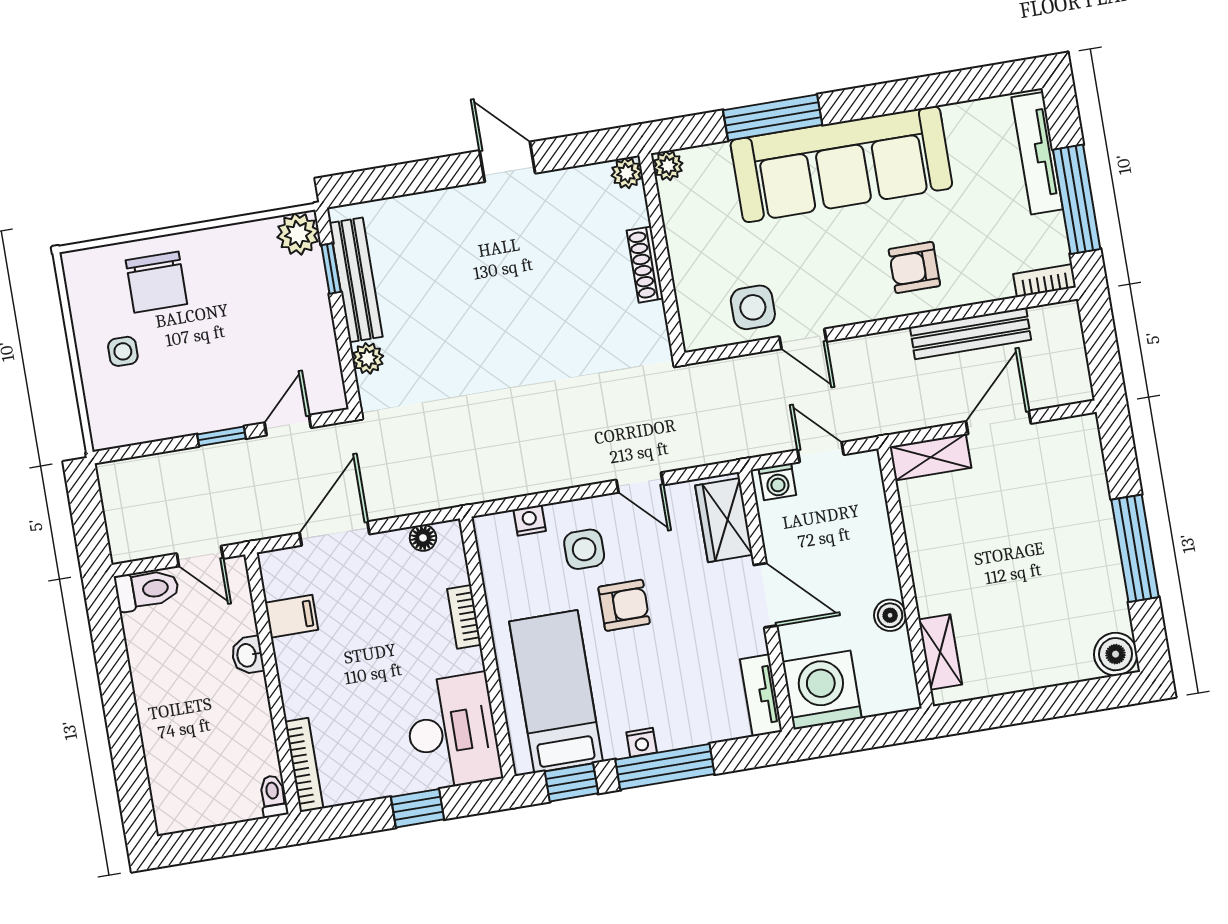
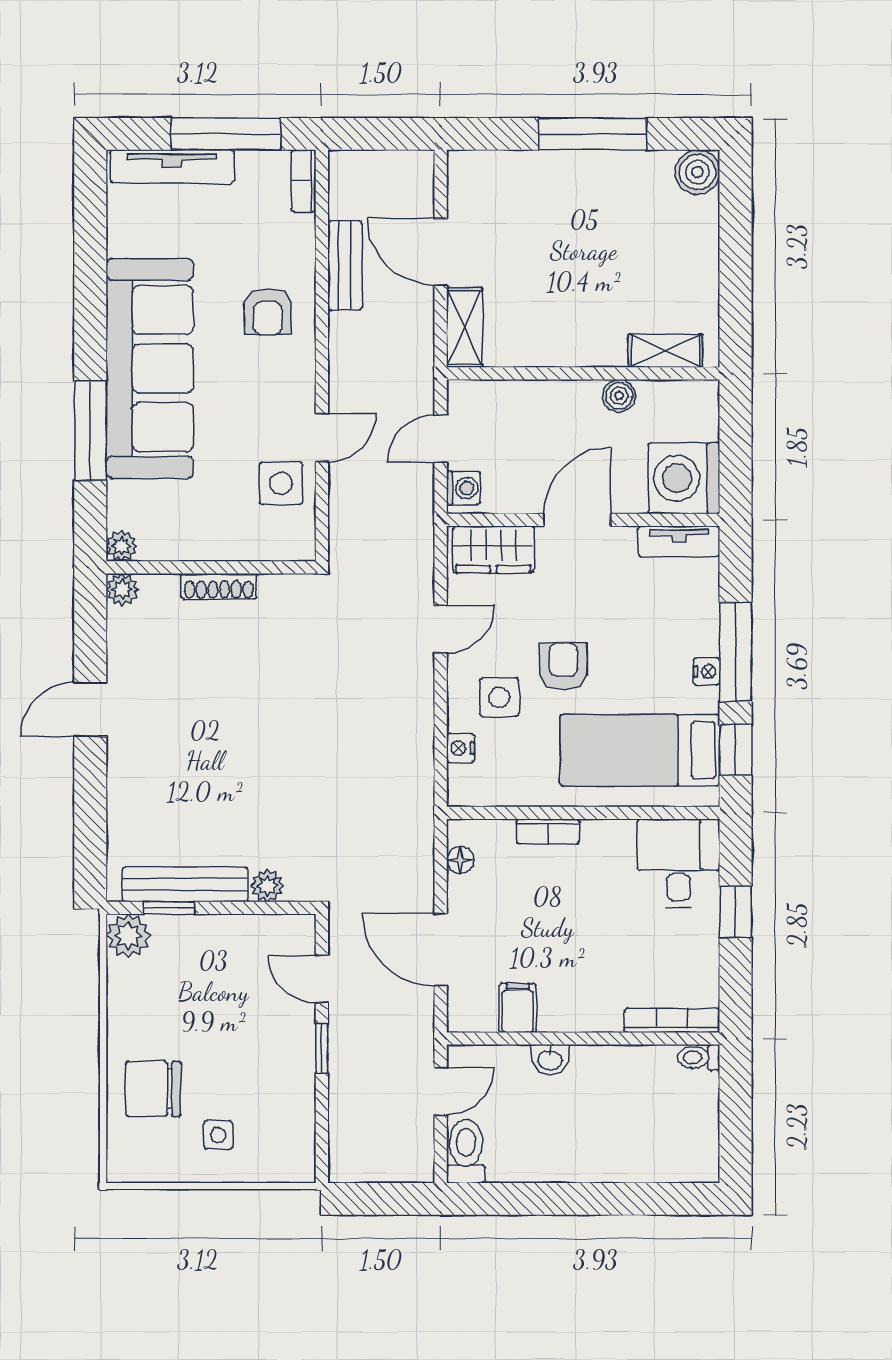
chair: (156, 282) -> (153, 1089), turned 180
bench: (971, 333) -> (345, 265), width x0.73
desk: (452, 732) -> (679, 863), width x0.73

